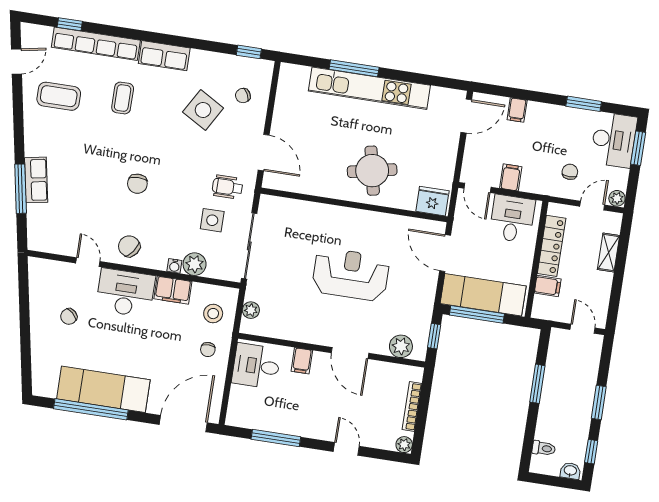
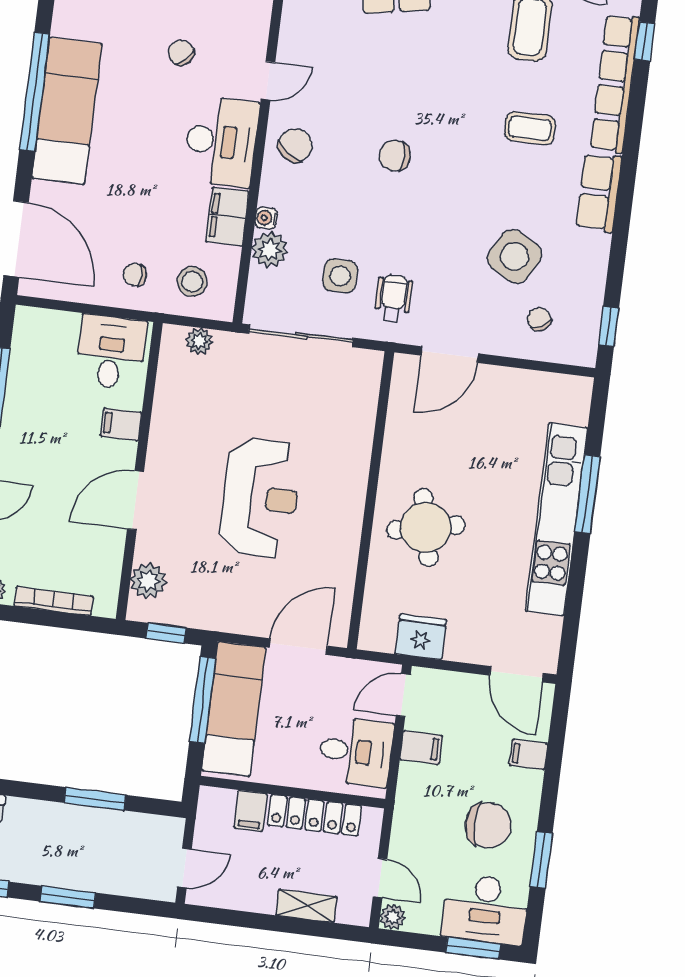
chair: (570, 172) -> (488, 825), moved, width x1.87, depth x1.87
fridge: (432, 201) -> (421, 637), moved, turned -90

